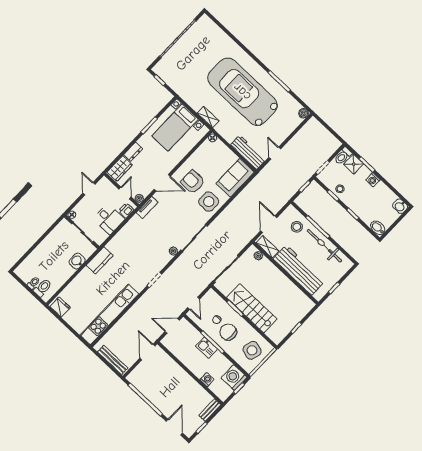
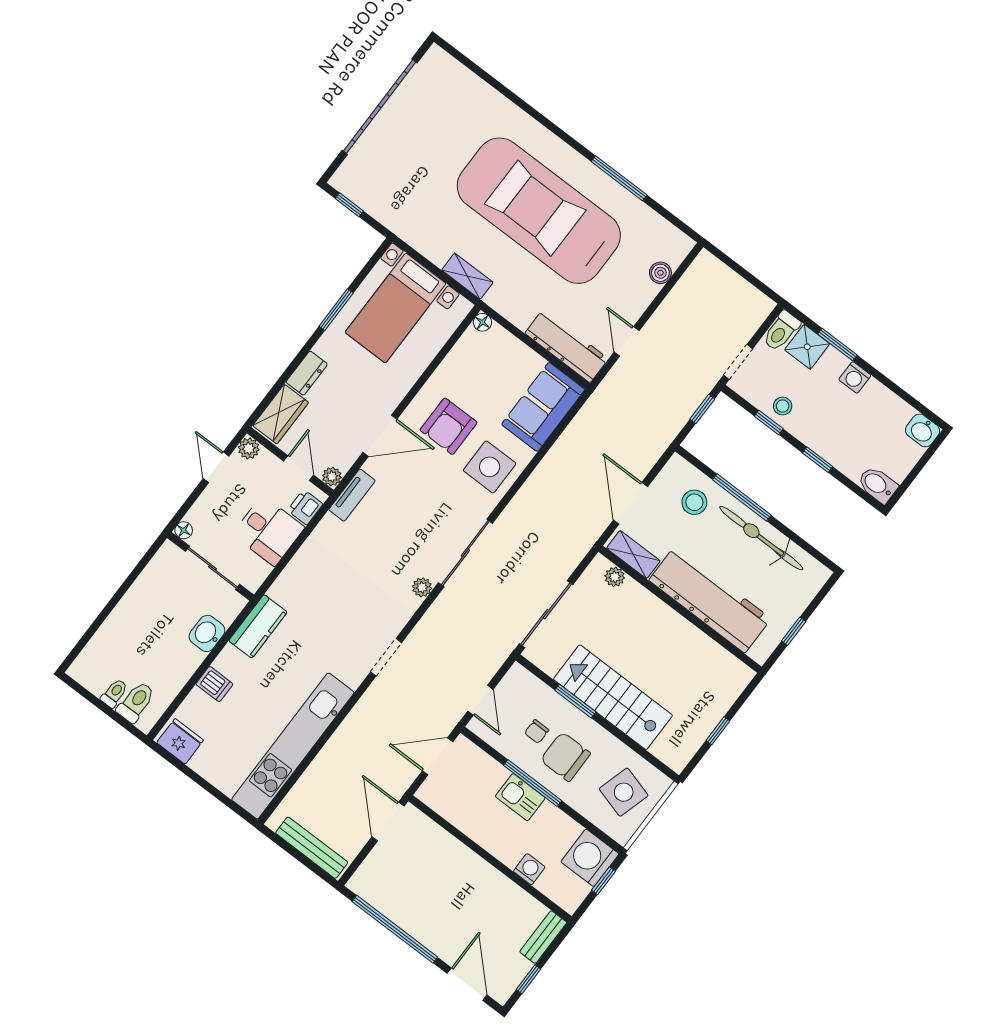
boiler: (304, 113) -> (660, 273), moved
plant: (104, 182) -> (249, 448), added
armchair: (193, 182) -> (449, 426), turned -90
dishwasher: (78, 284) -> (214, 684), added

